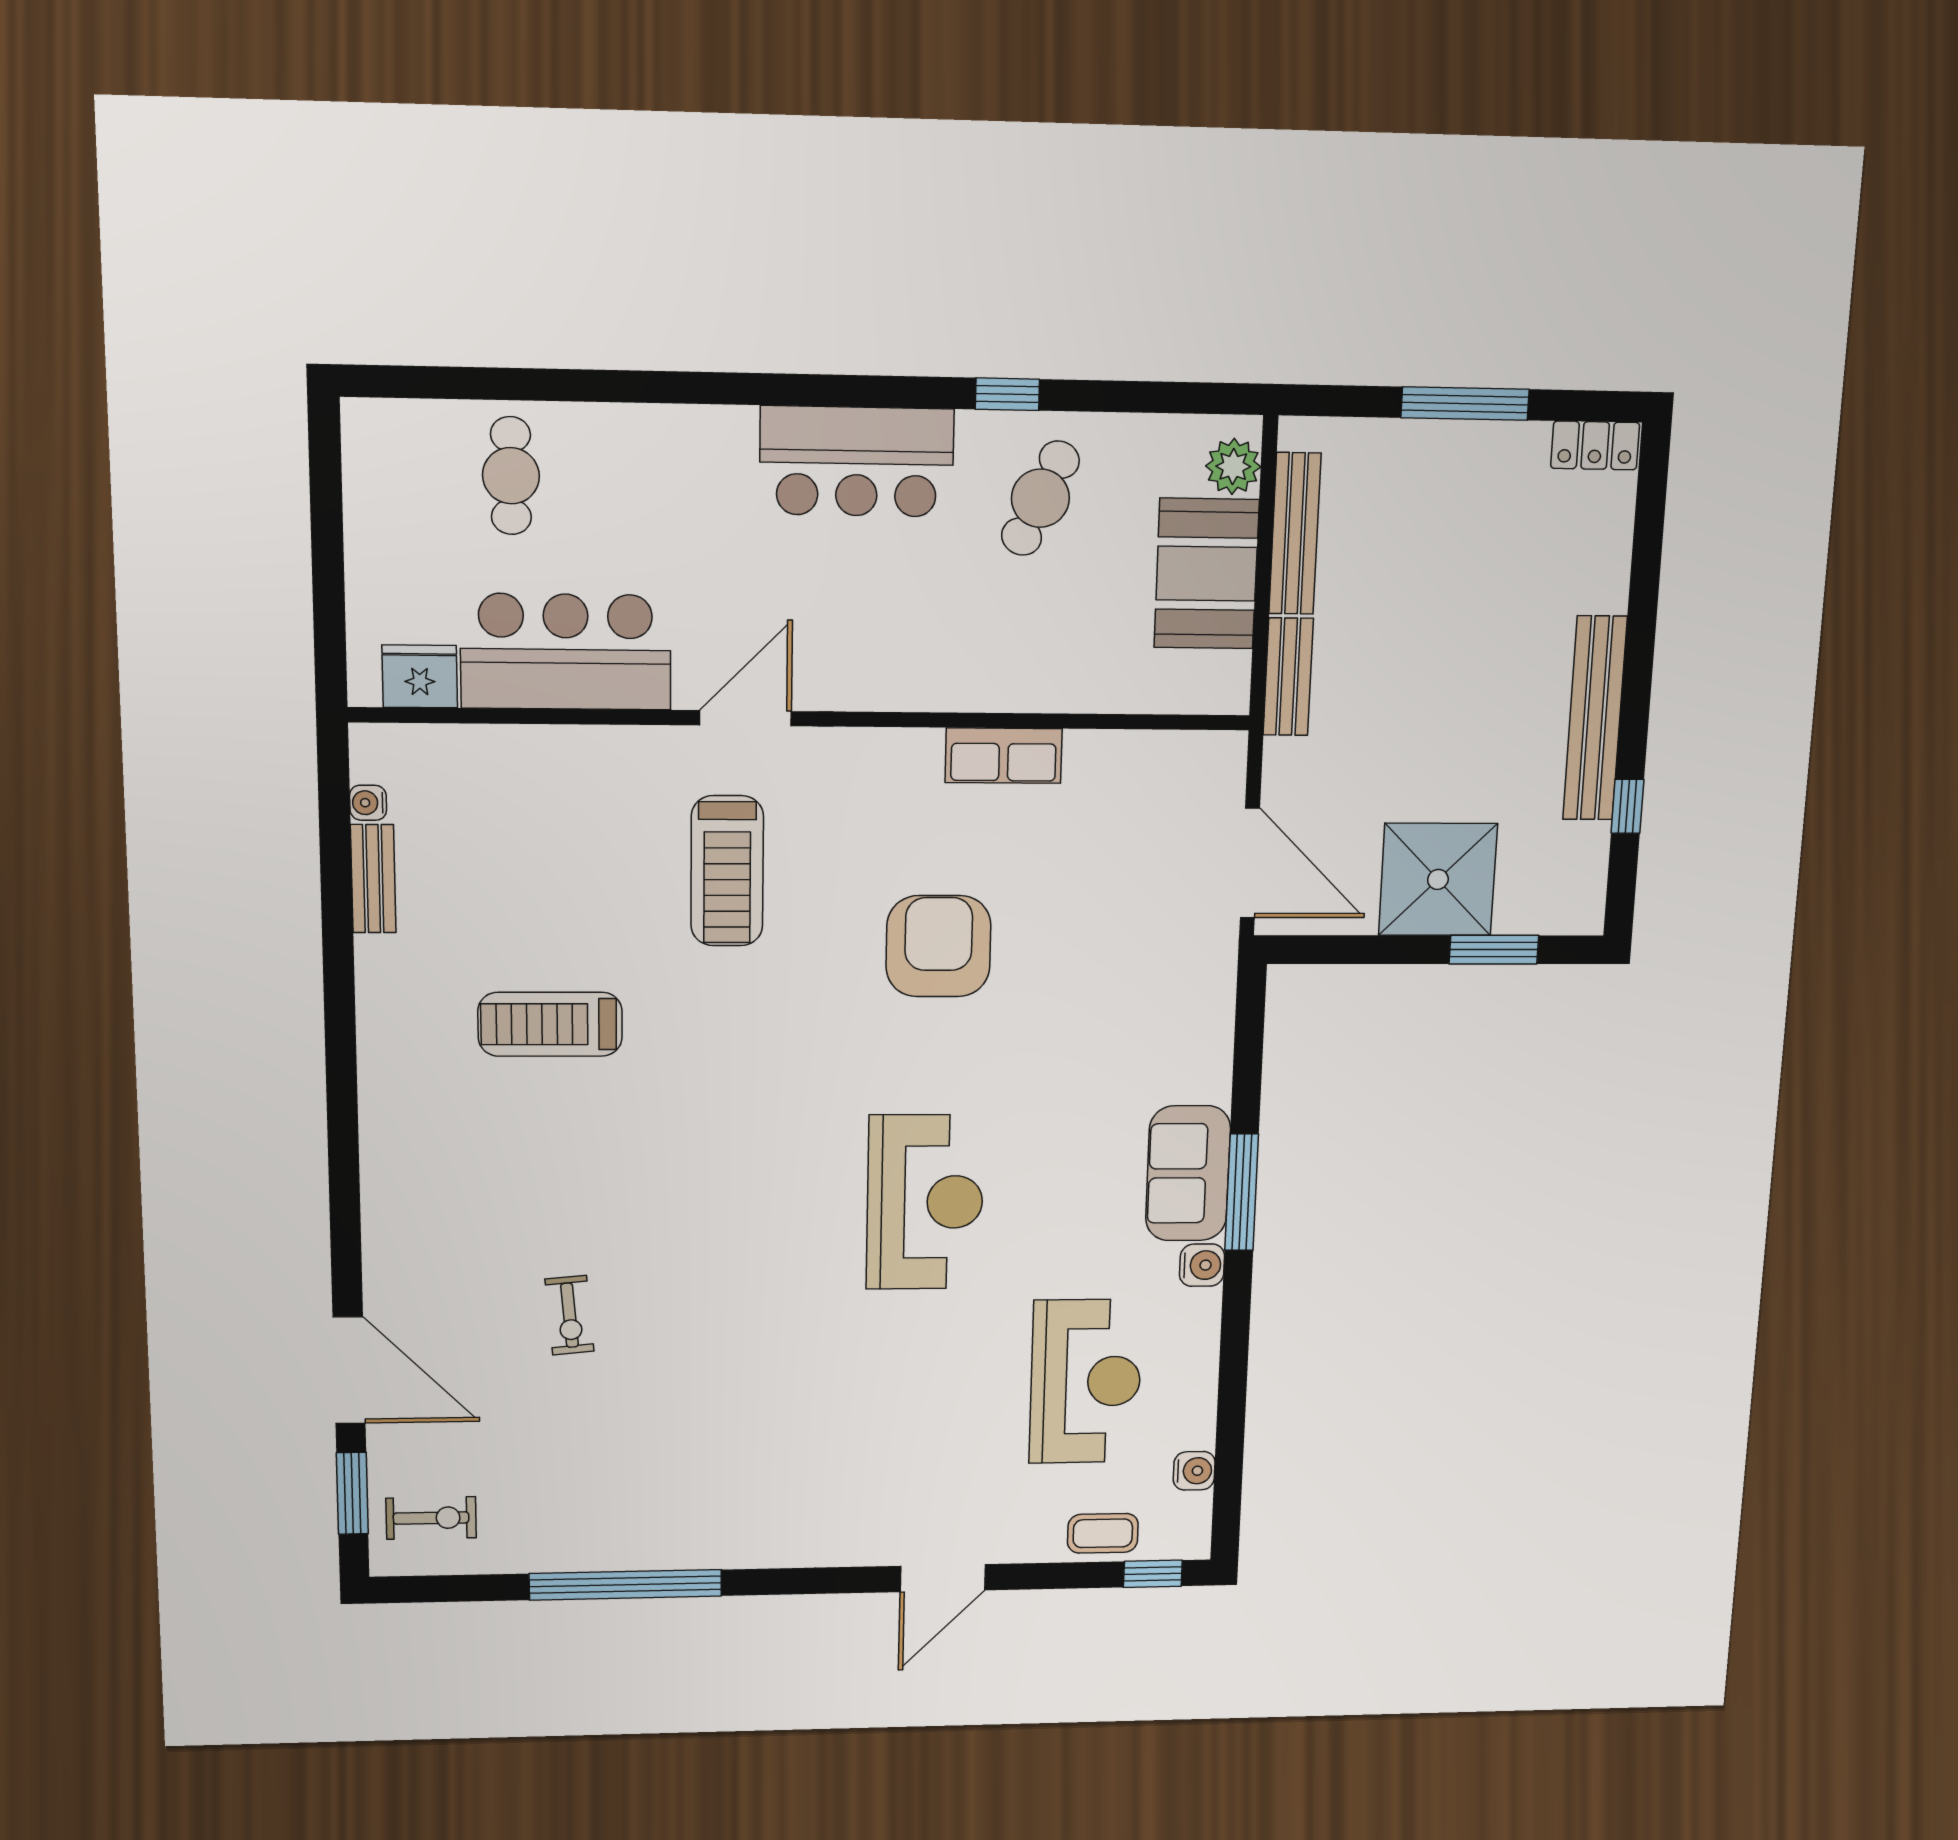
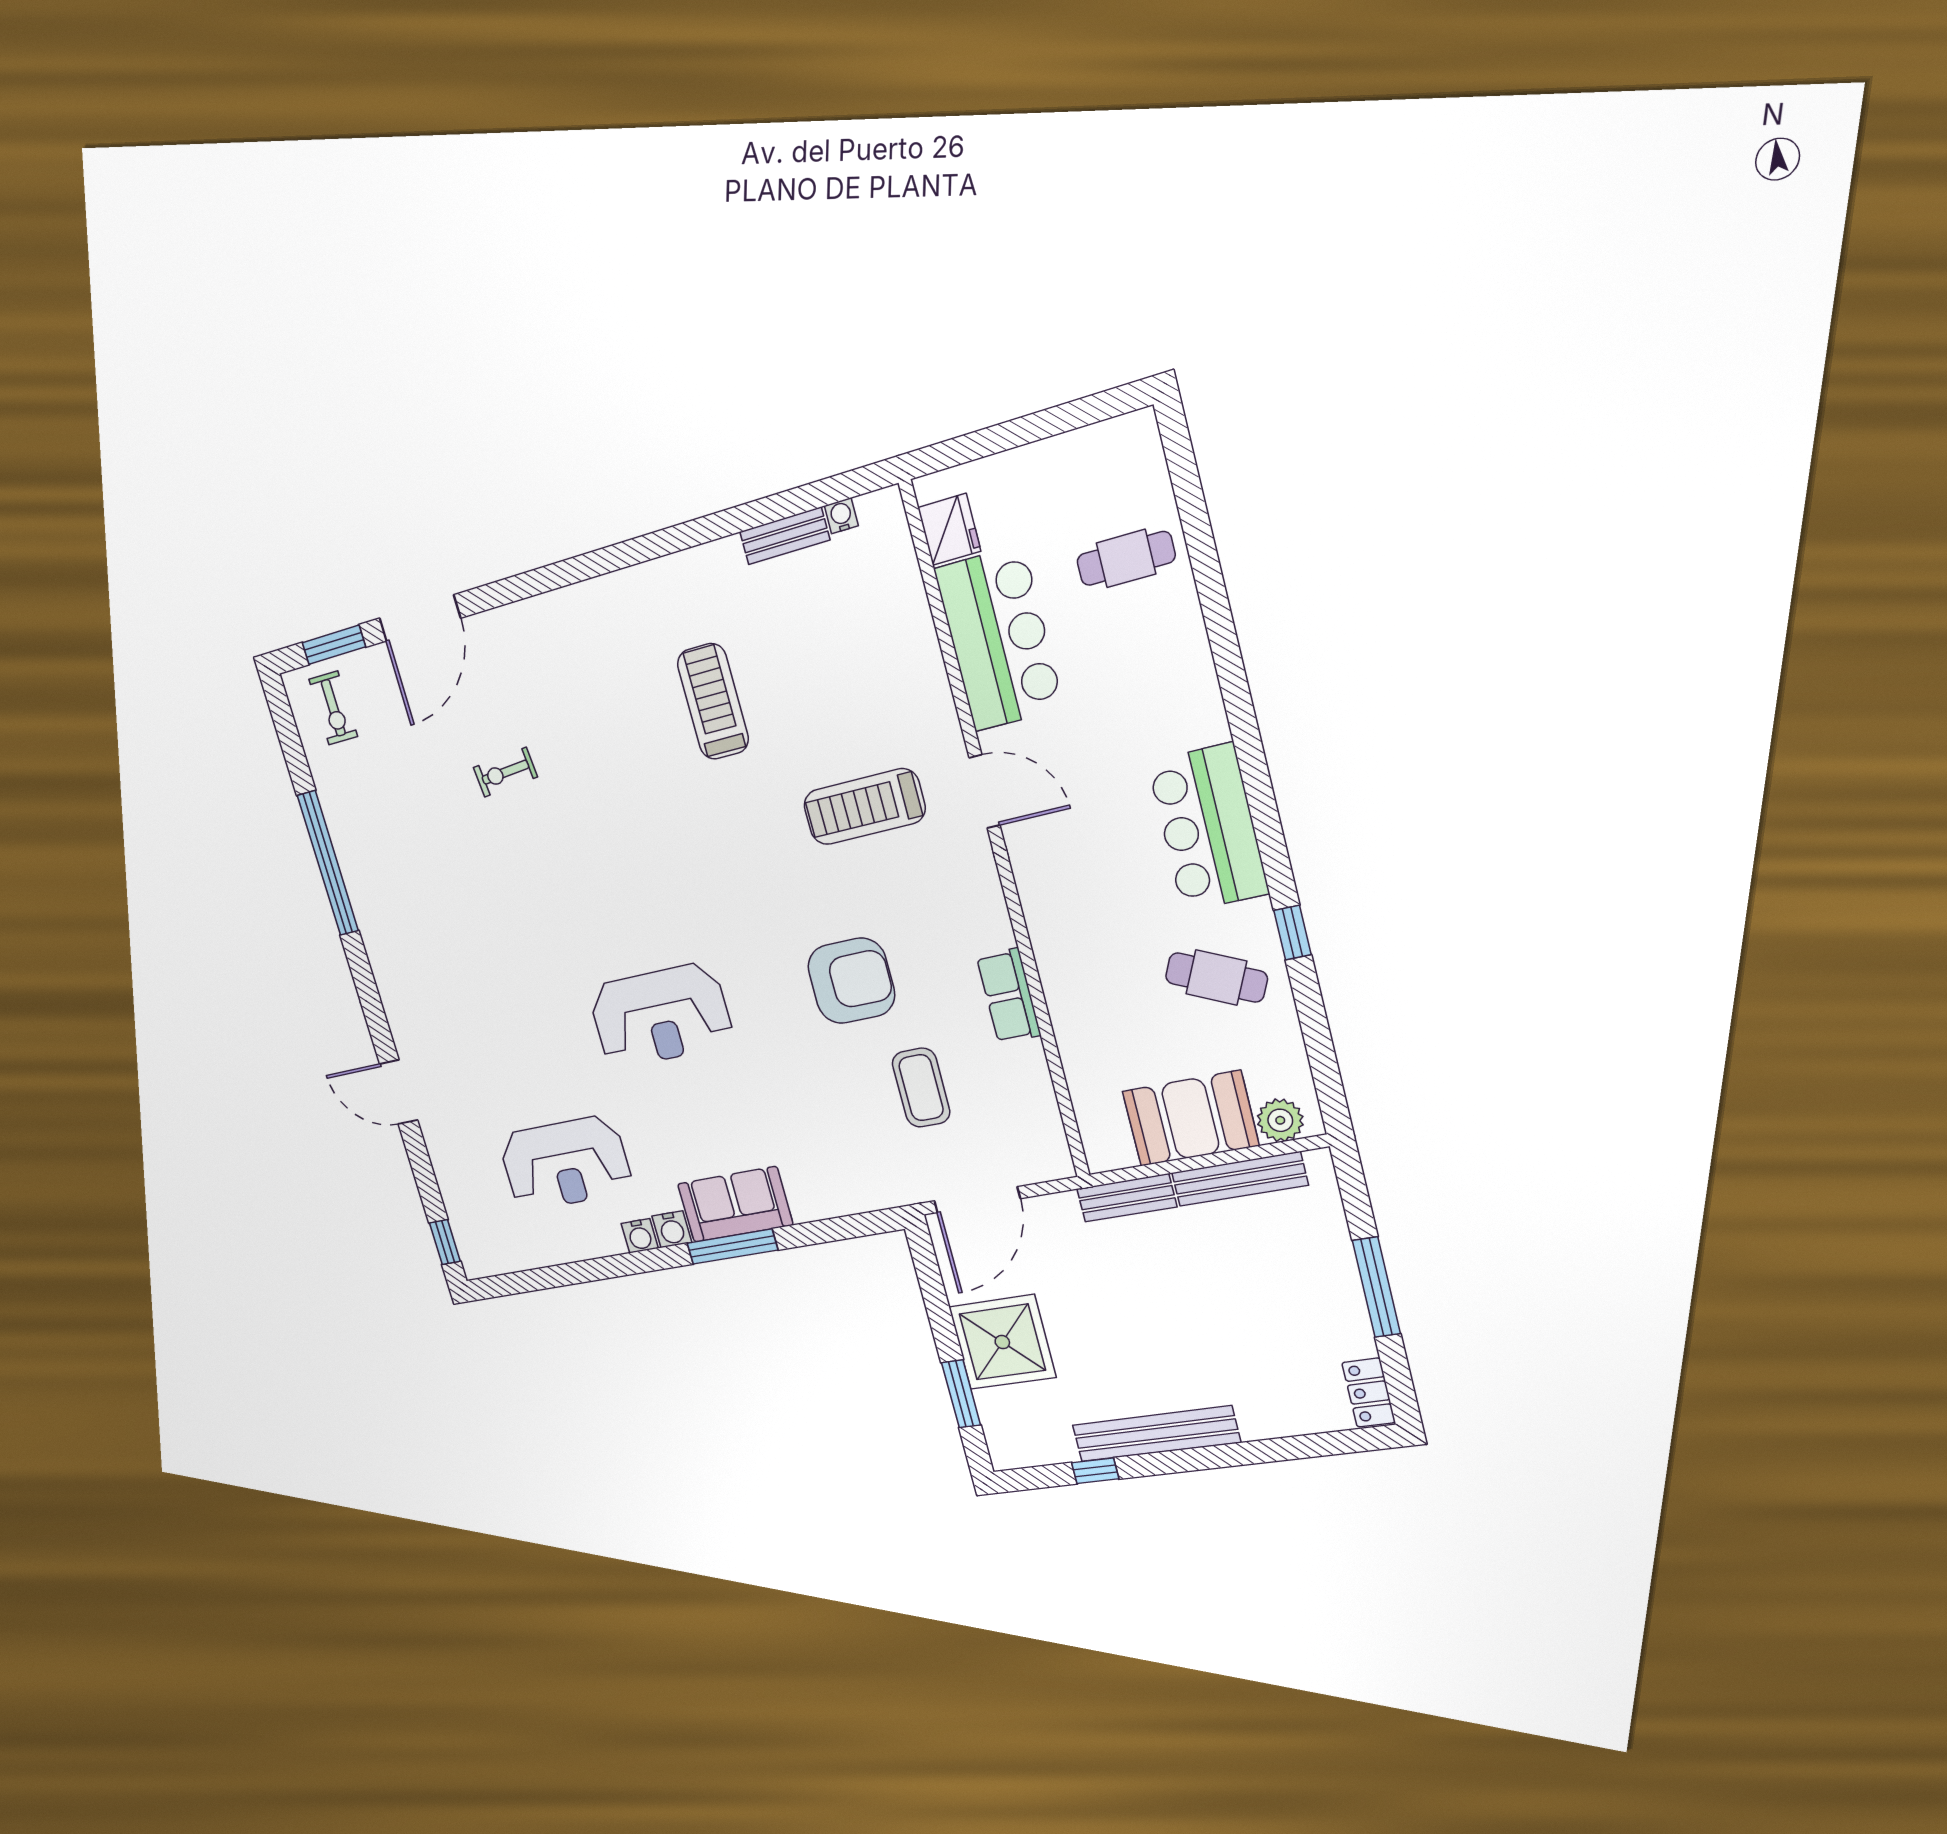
water cooler: (1194, 1471) -> (640, 1236), moved
coffee table: (1103, 1533) -> (921, 1088), moved, width x1.36, depth x1.30

